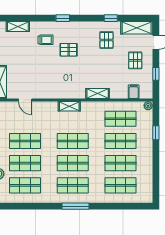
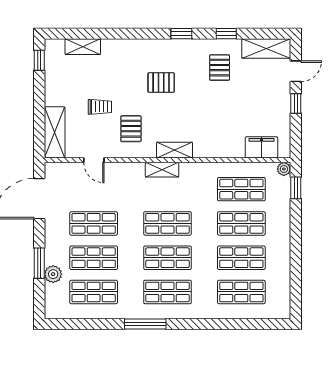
window: (63, 18) -> (181, 34), moved
trolley: (45, 40) -> (100, 107), moved
pallet: (135, 60) -> (131, 129), moved
window: (156, 74) -> (296, 103), moved
filing cabinet: (134, 92) -> (262, 147), width x2.00
shelving: (98, 93) -> (174, 150), moved
window: (156, 133) -> (296, 188), moved
window: (76, 206) -> (145, 324), moved

